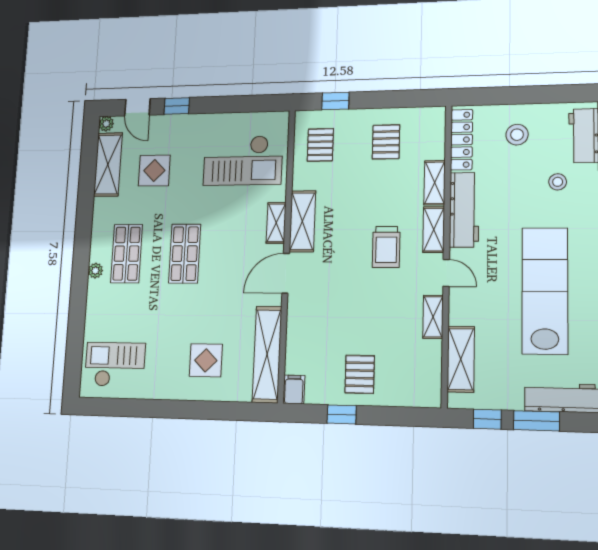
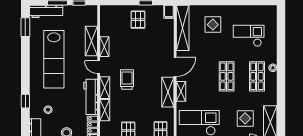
shelving: (461, 359) -> (91, 41), moved
checkout: (115, 364) -> (249, 36), moved, turned 180

